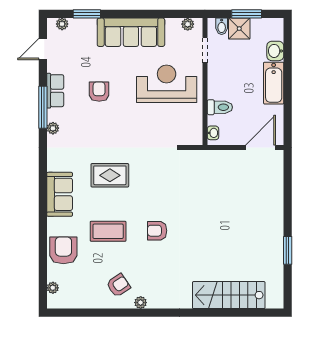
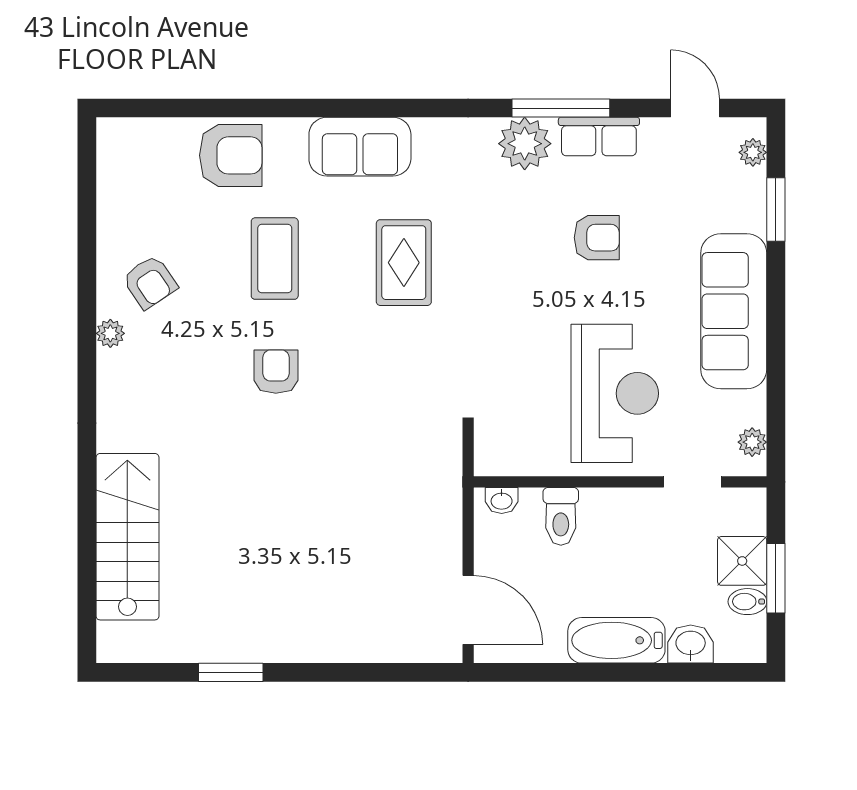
bidet: (222, 26) -> (747, 602), moved
plant: (53, 128) -> (525, 144), width x1.88, depth x1.88
plant: (53, 288) -> (144, 131), removed

